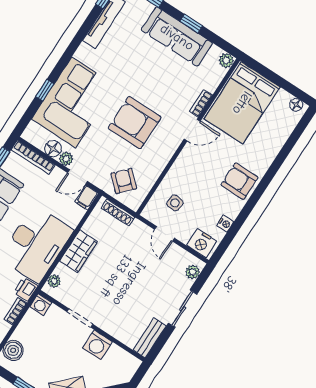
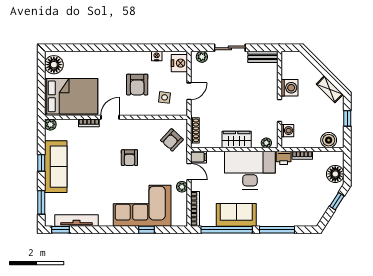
floor lamp: (296, 105) -> (54, 65), width x1.89, depth x1.89
armchair: (135, 123) -> (129, 158), width x0.53, depth x0.53
door: (192, 130) -> (110, 117), hinge flipped
floor lamp: (53, 149) -> (181, 200), removed
armchair: (240, 181) -> (137, 85), moved
washing machine: (41, 305) -> (287, 131), moved

